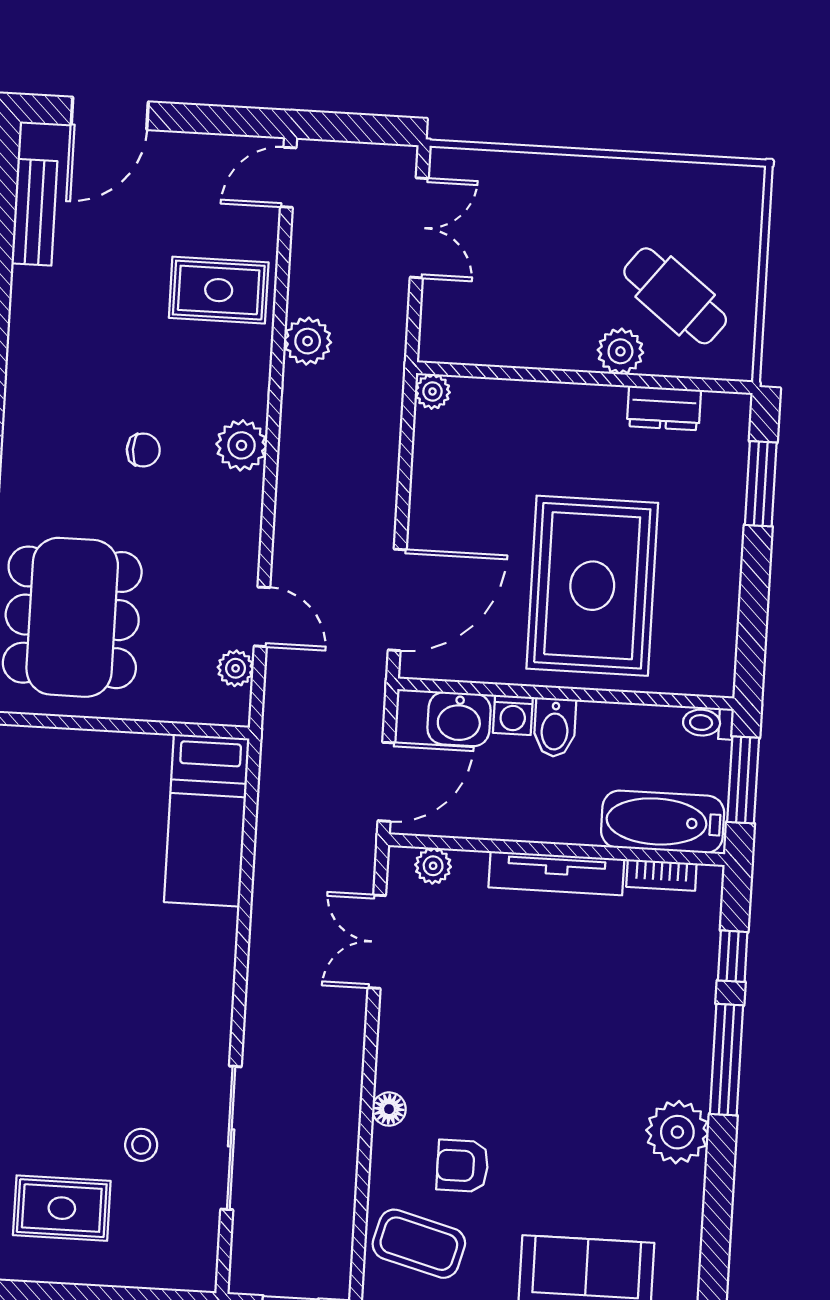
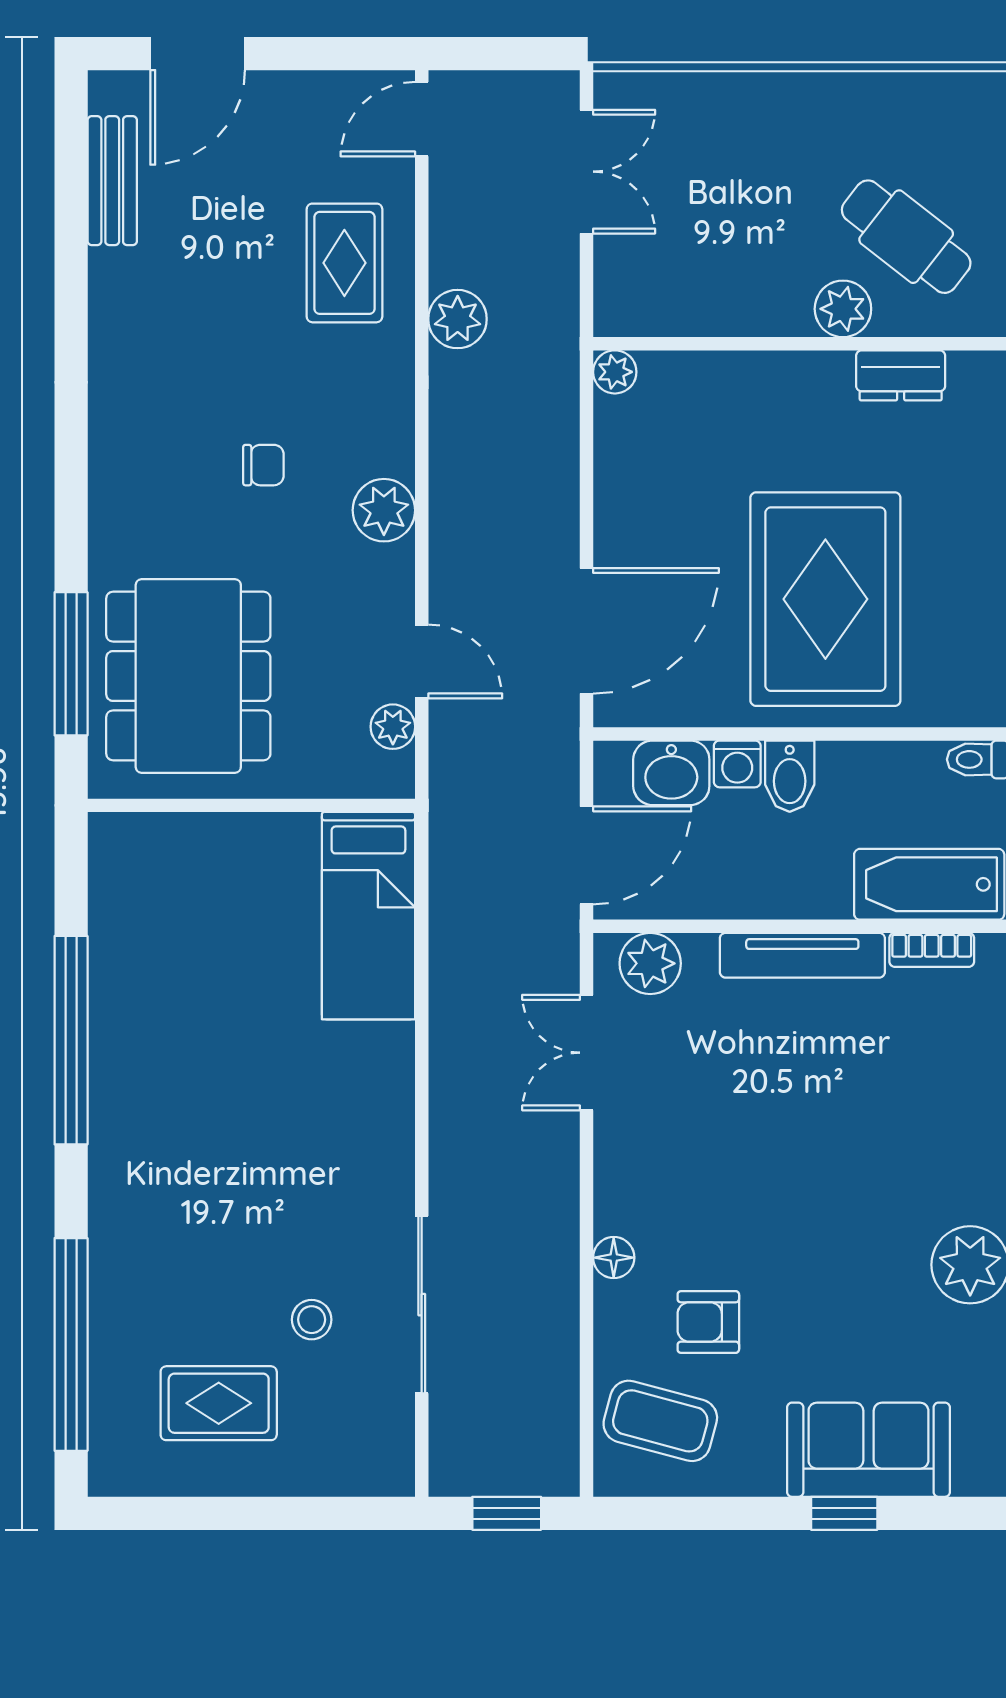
rug: (219, 290) -> (344, 263), turned 90
plant: (242, 445) -> (384, 510), moved
plant: (433, 866) -> (650, 963), width x1.38, depth x1.38

